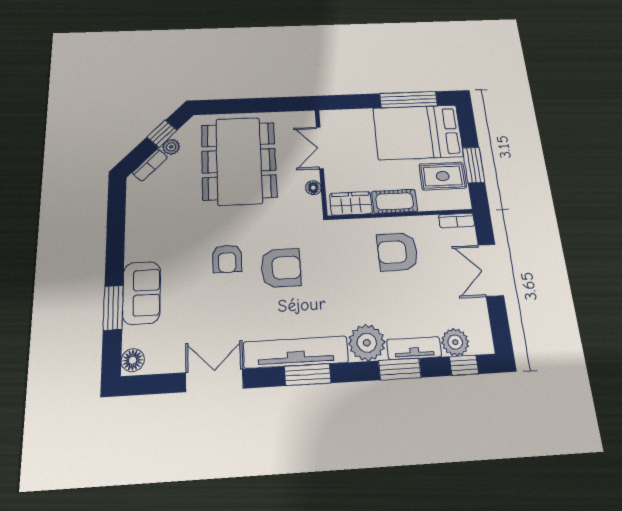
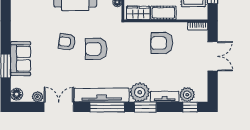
armchair: (227, 259) -> (67, 42), turned 98
armchair: (281, 268) -> (96, 49), turned 180
double door: (491, 270) -> (213, 56), swing flipped
plant: (173, 363) -> (38, 97), added
window: (400, 369) -> (145, 107), moved
window: (308, 375) -> (107, 107), width x1.44

